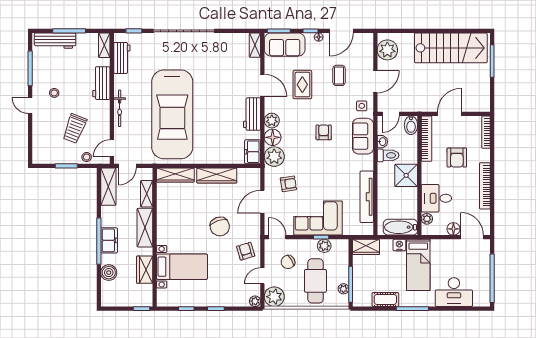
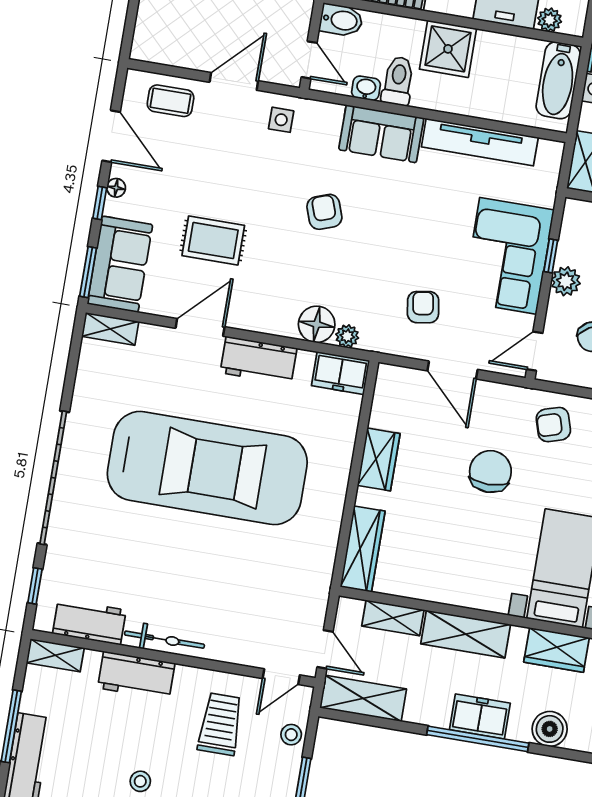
plant: (387, 50) -> (169, 44), removed
coffee table: (339, 75) -> (171, 101), moved
door: (375, 82) -> (234, 81), hinge flipped
bicycle: (120, 108) -> (164, 640), moved
car: (172, 114) -> (207, 468), moved
plant: (272, 121) -> (280, 320), removed
trolley: (75, 129) -> (220, 724), moved, turned -111
armchair: (324, 132) -> (324, 212), turned 70
sofa: (363, 136) -> (381, 134), moved
door: (112, 148) -> (281, 677), hinge flipped
plant: (274, 157) -> (347, 336), width x0.53, depth x0.53
wardrobe: (217, 175) -> (379, 459), width x0.67
chair: (220, 226) -> (490, 472), turned -71
plant: (324, 246) -> (566, 281), moved

